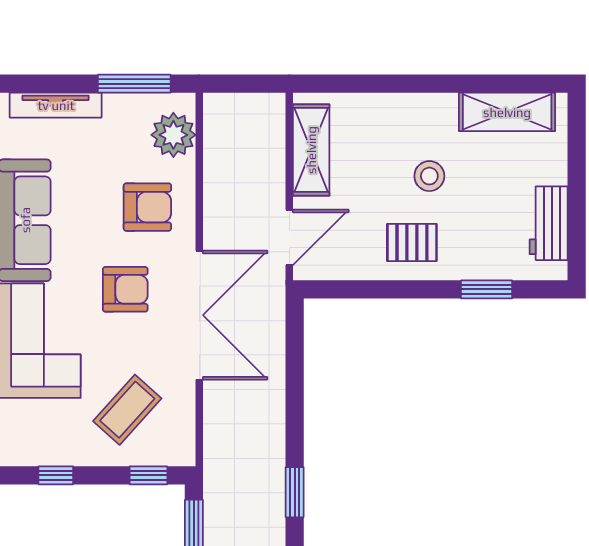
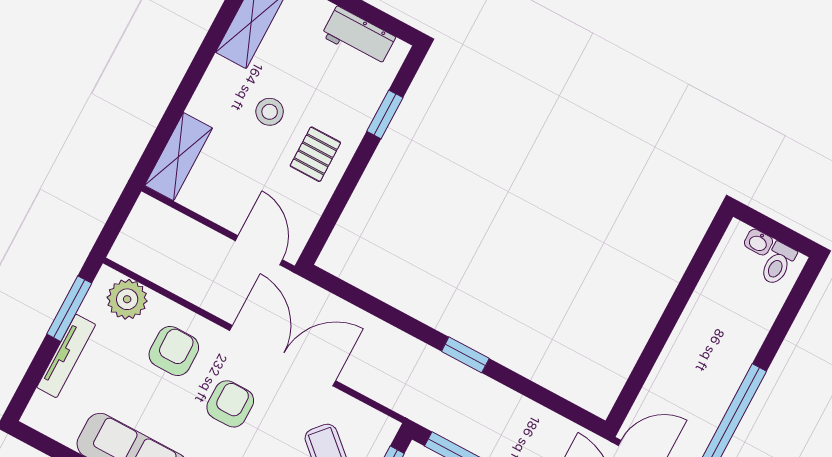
tv unit: (56, 105) -> (66, 356), moved
shelving: (311, 150) -> (179, 157), moved, turned 90

